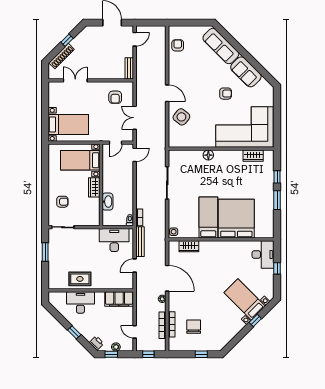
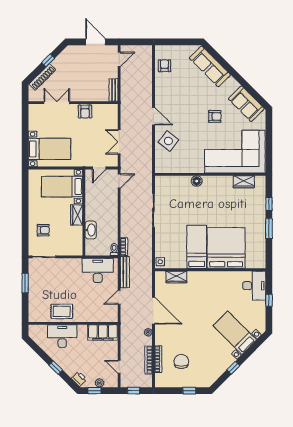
sofa: (246, 72) -> (246, 104), moved
armchair: (115, 97) -> (85, 112), moved
window: (255, 321) -> (233, 368), moved

